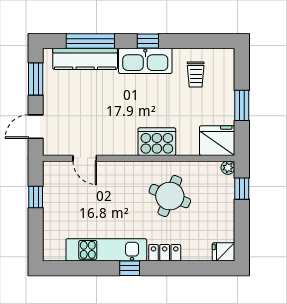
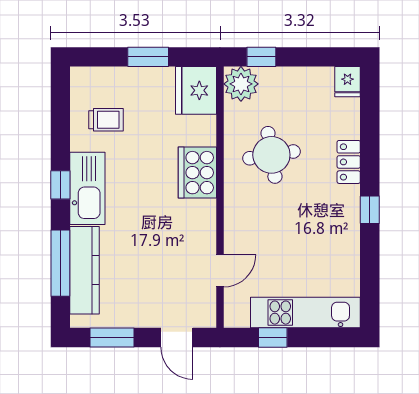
plant: (228, 168) -> (241, 84), width x1.87, depth x1.87
round table: (170, 196) -> (271, 155), turned -31
kitchen unit: (106, 250) -> (305, 313), moved, turned 90

